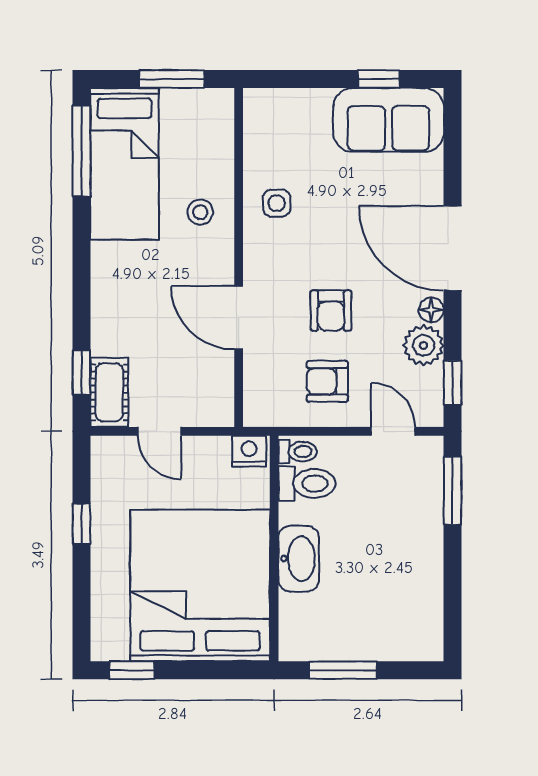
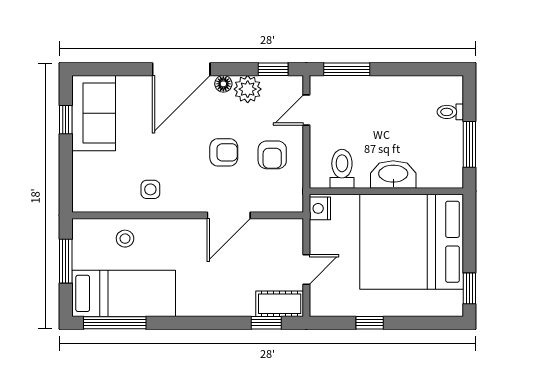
stool: (200, 212) -> (125, 239), moved
toilet: (298, 452) -> (450, 112), moved, turned -90

